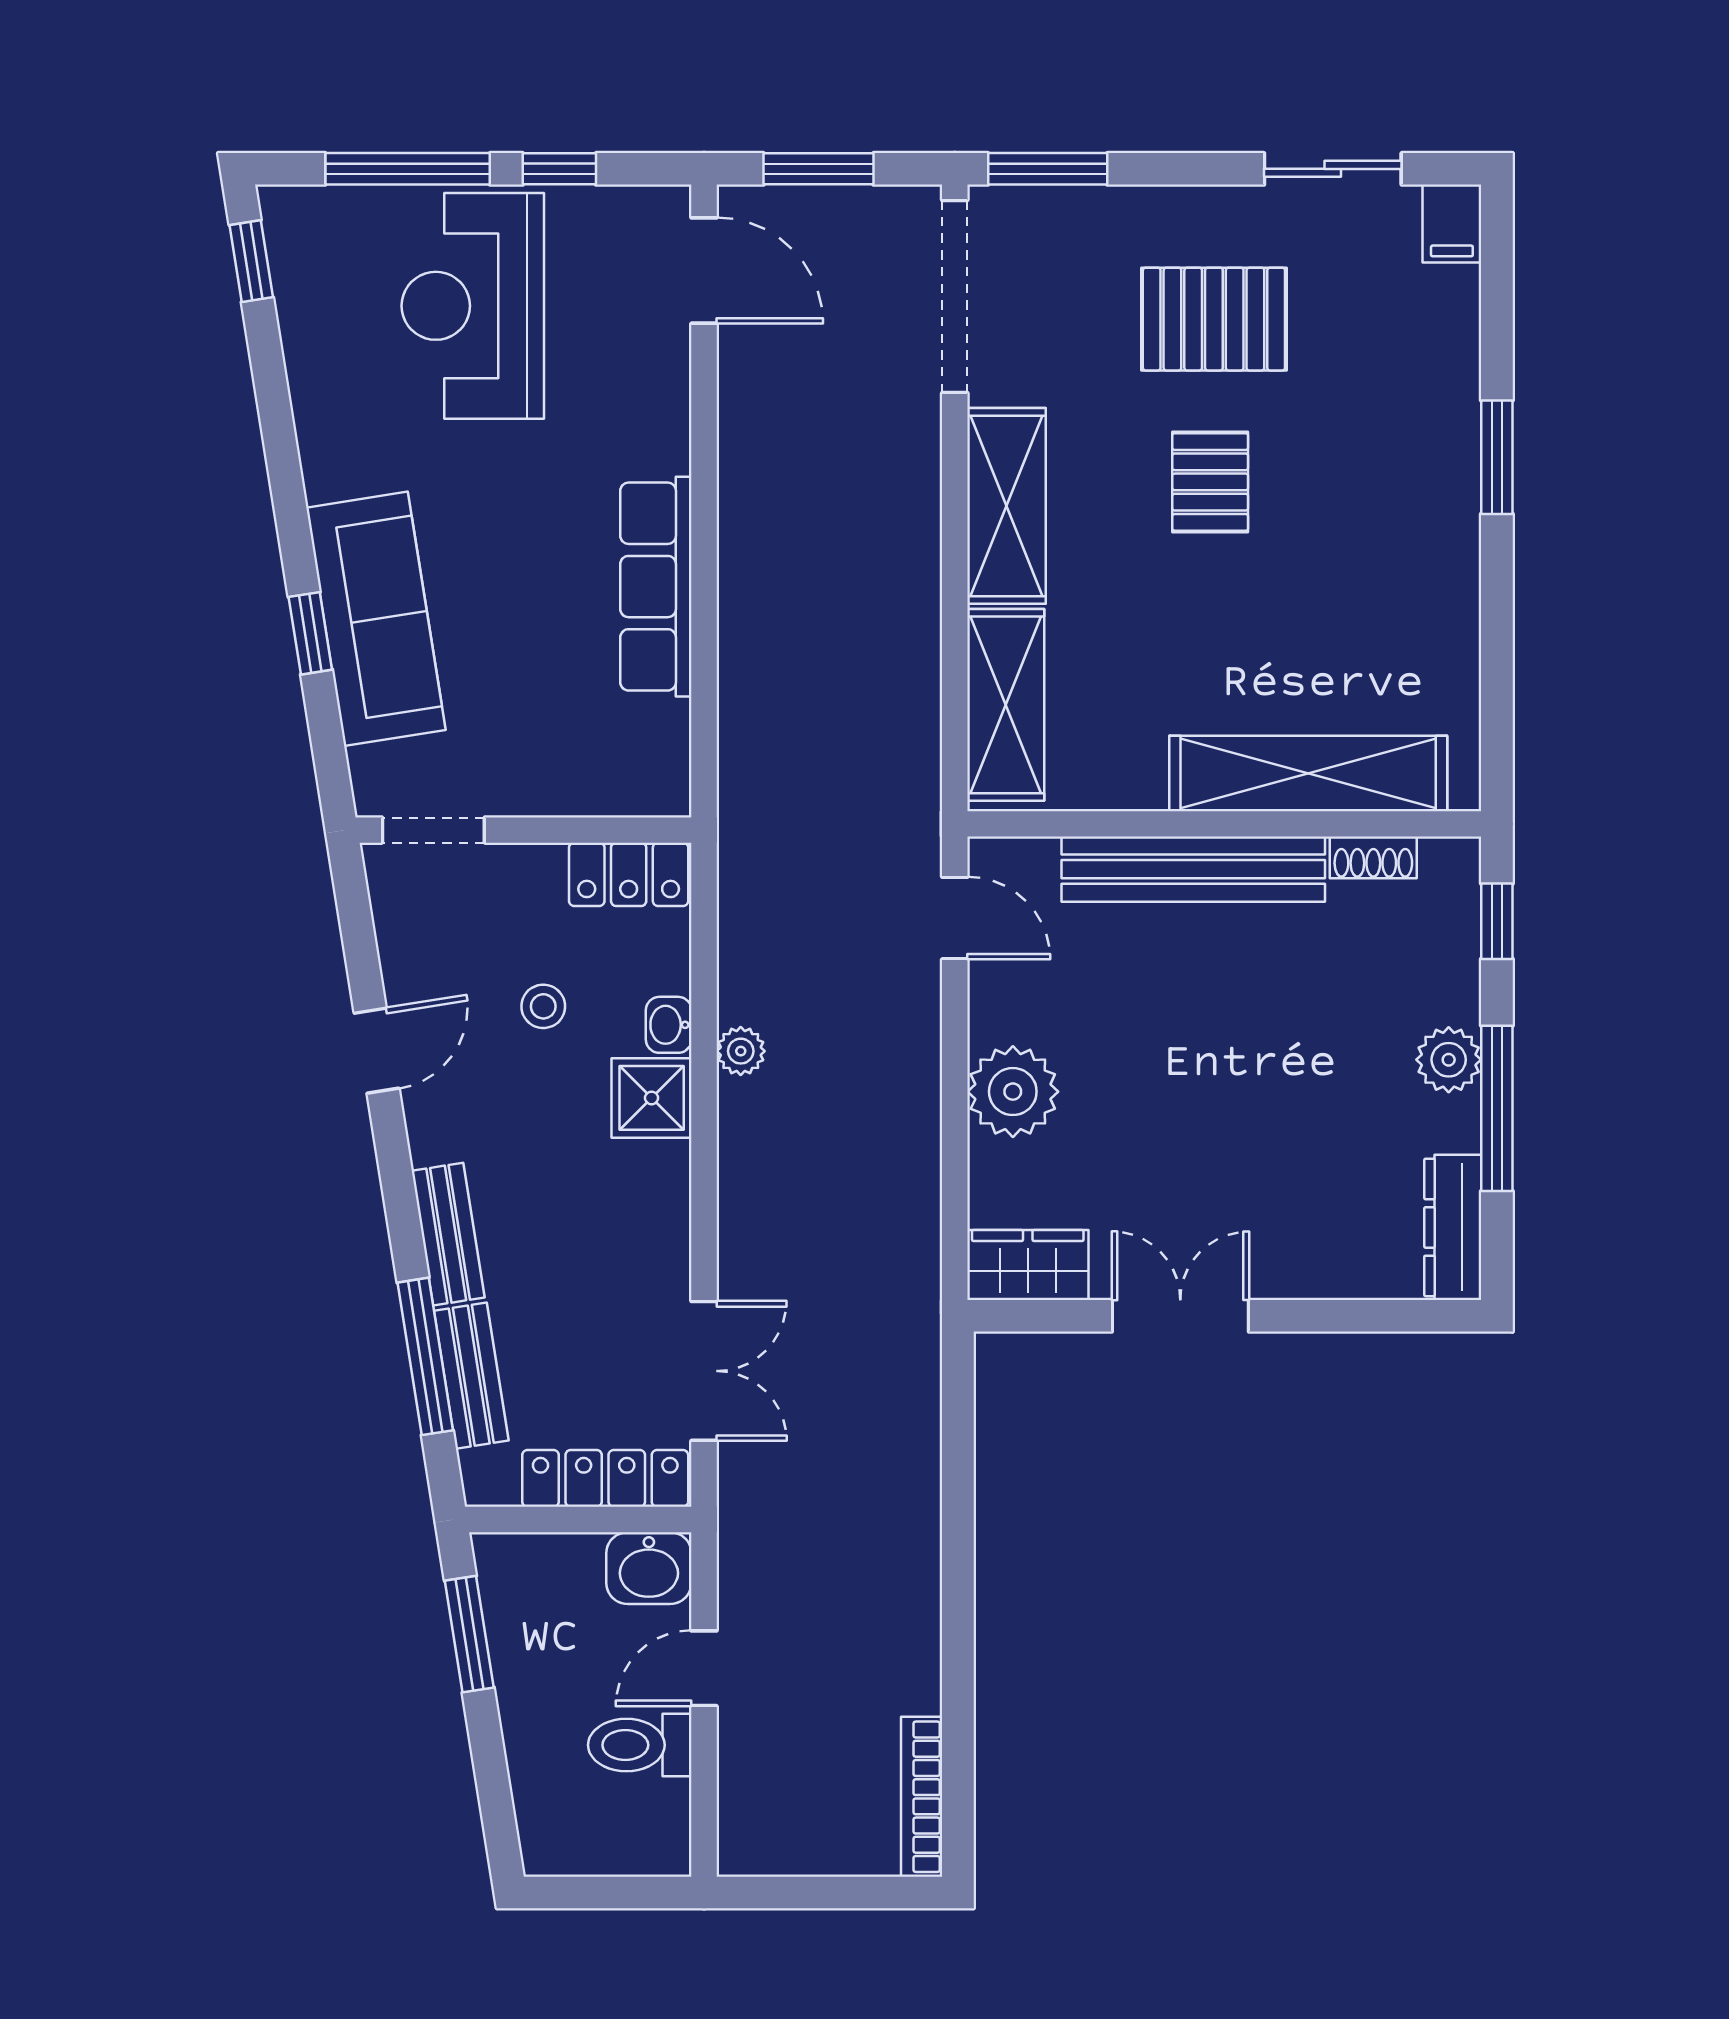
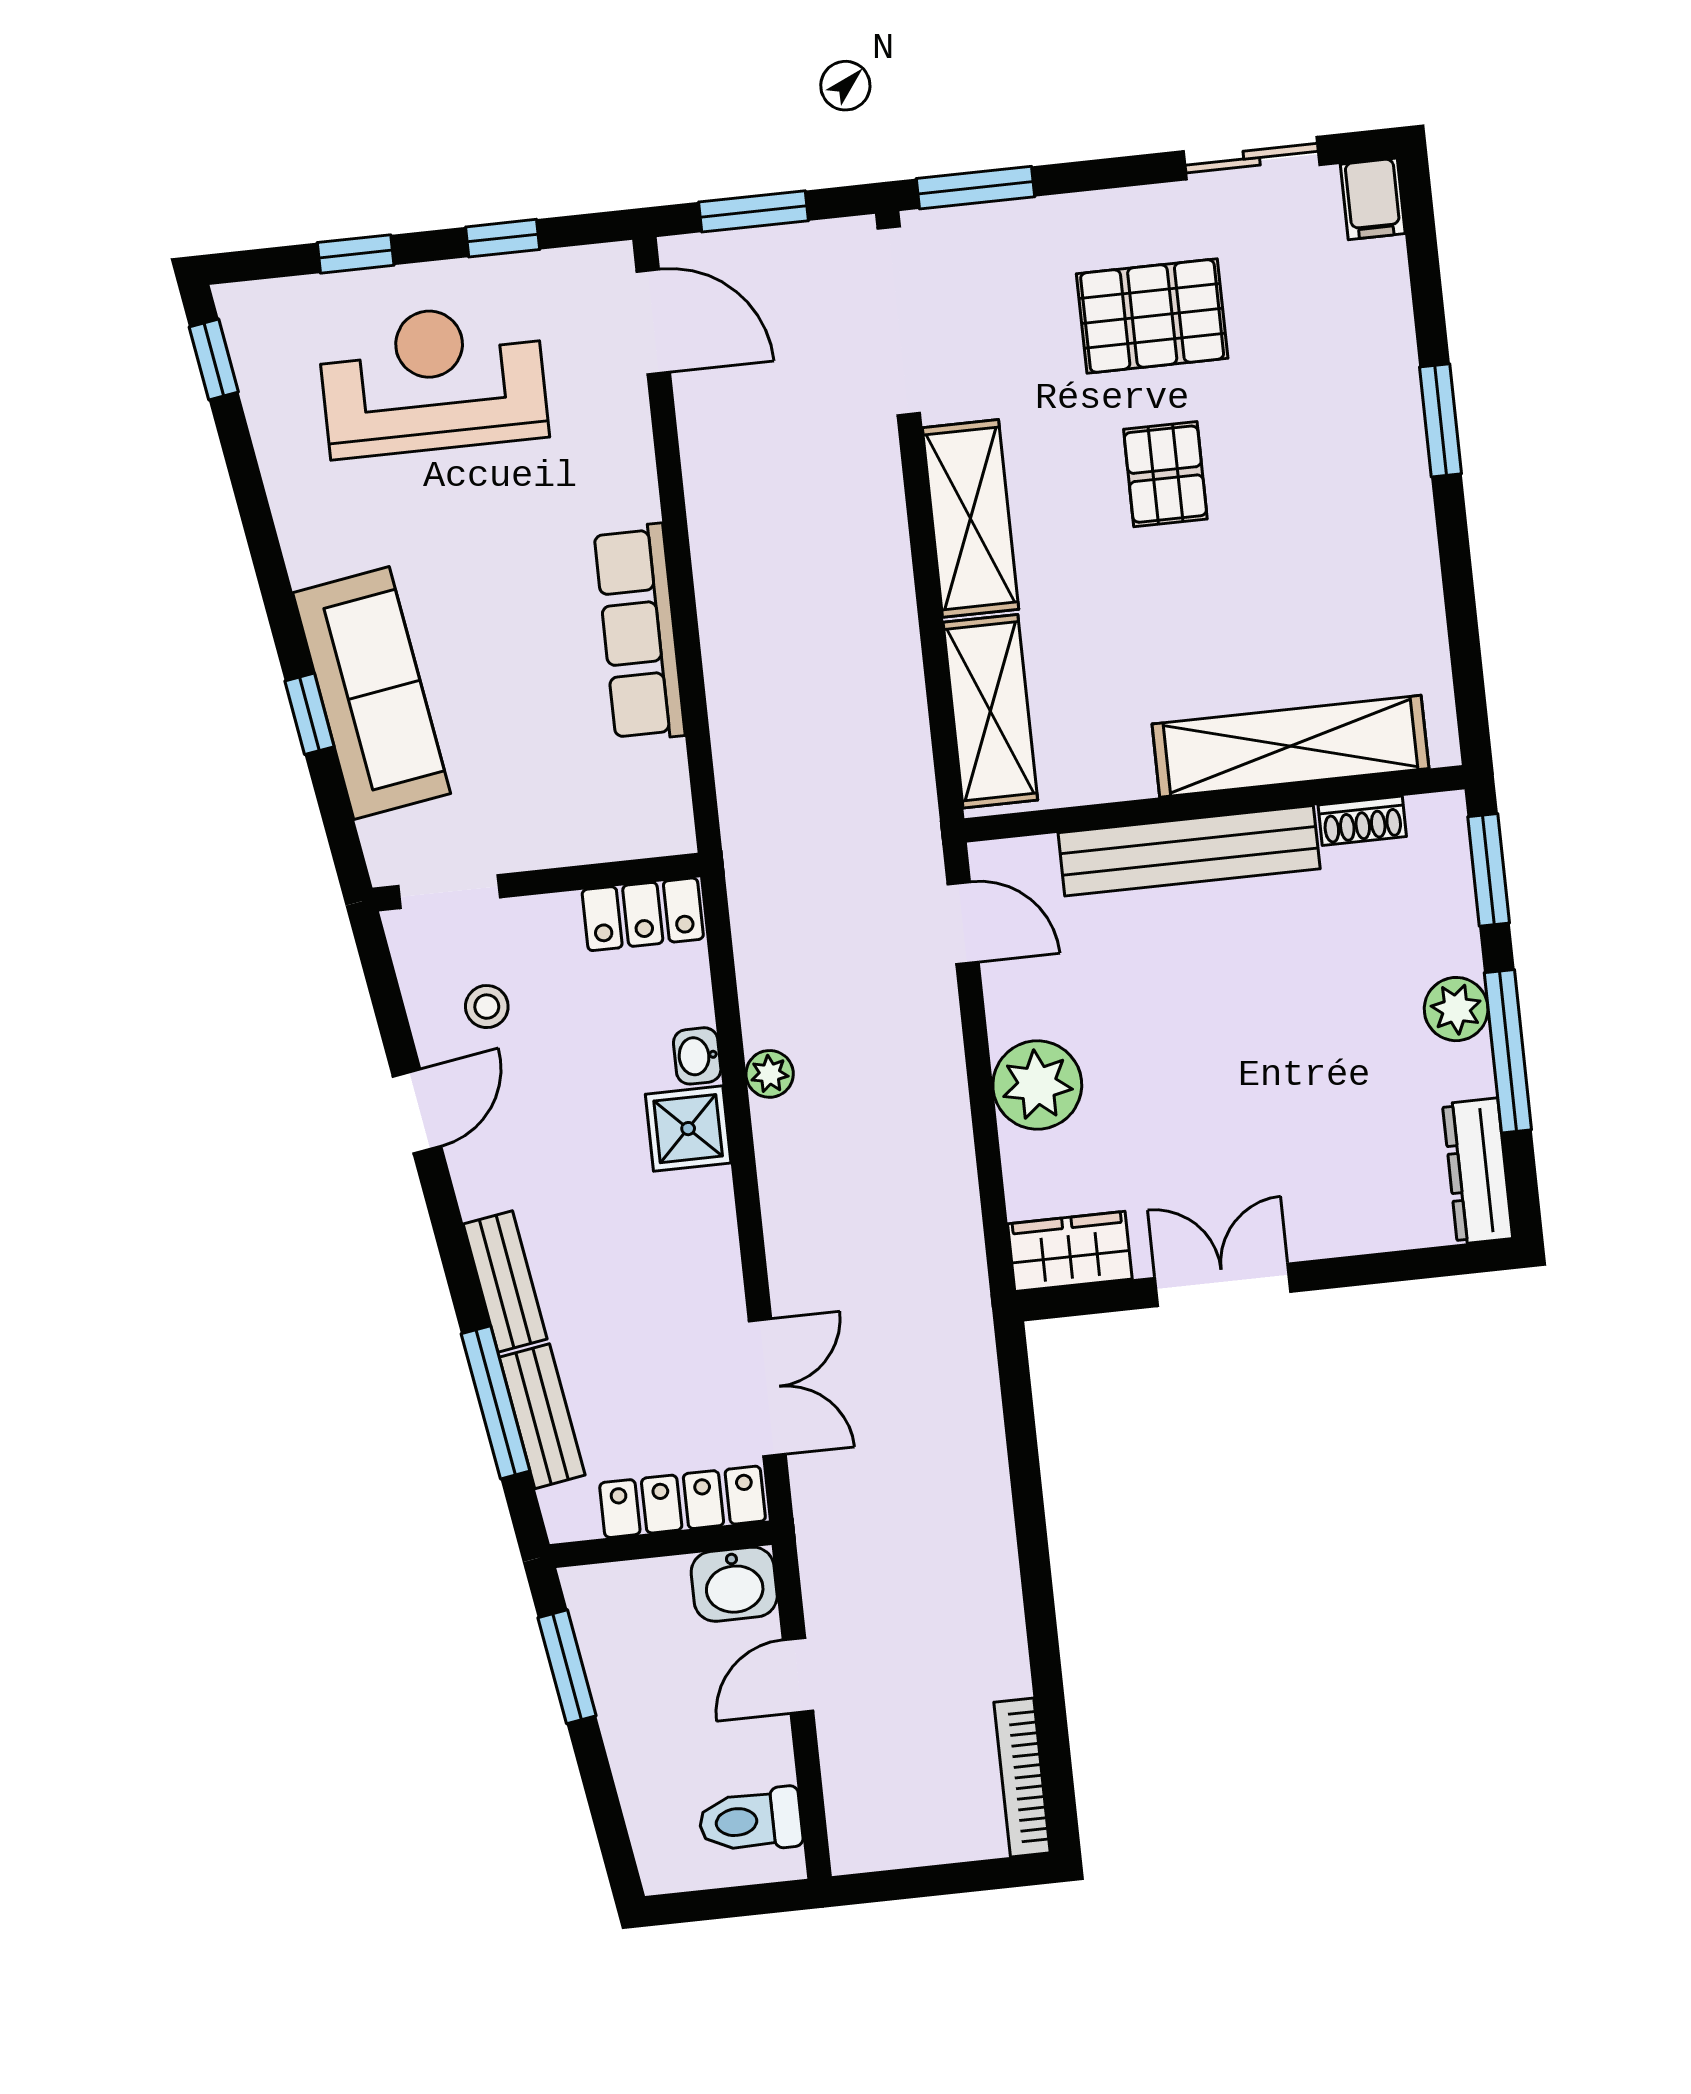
window: (408, 169) -> (356, 254), width x0.46
reception desk: (473, 306) -> (433, 380), turned 90
window: (1497, 921) -> (1489, 870), width x1.50
stool: (543, 1006) -> (487, 1007), moved
toilet: (640, 1745) -> (751, 1821), moved

